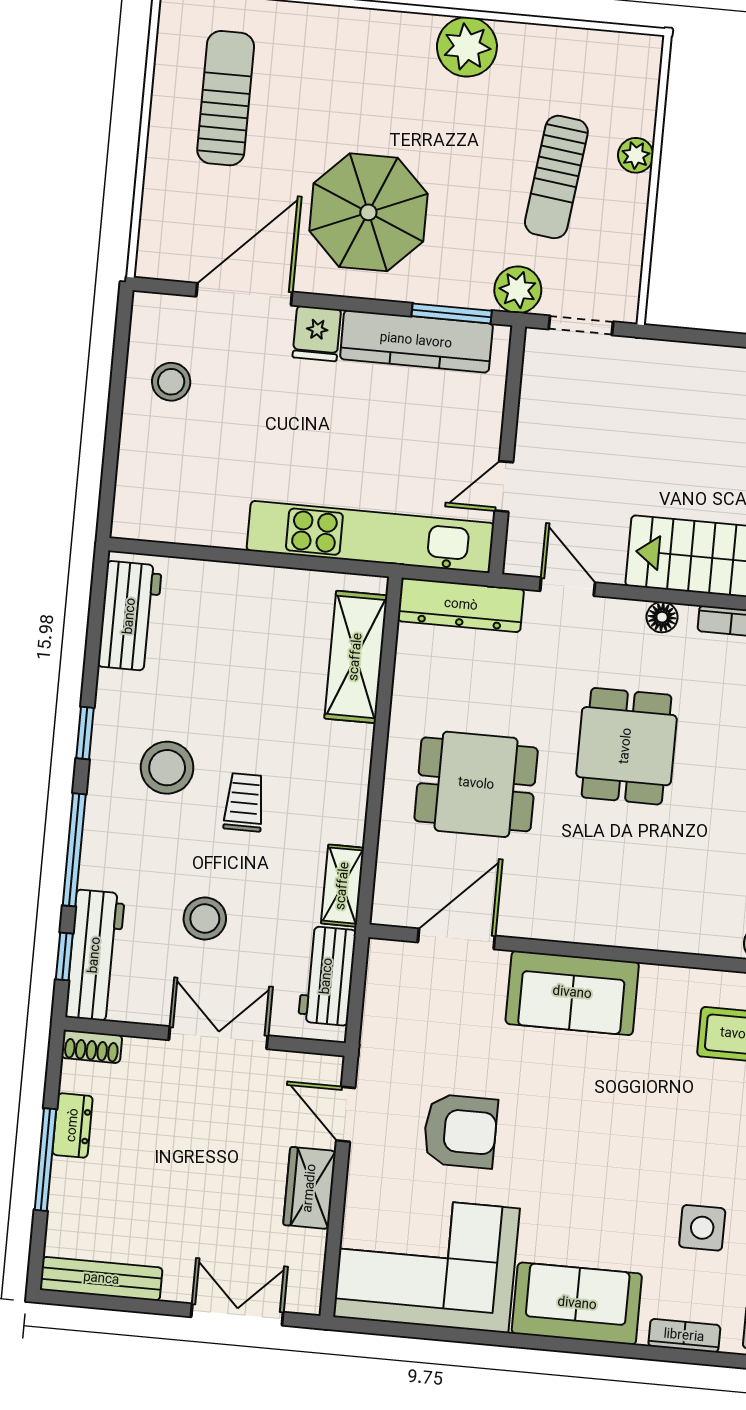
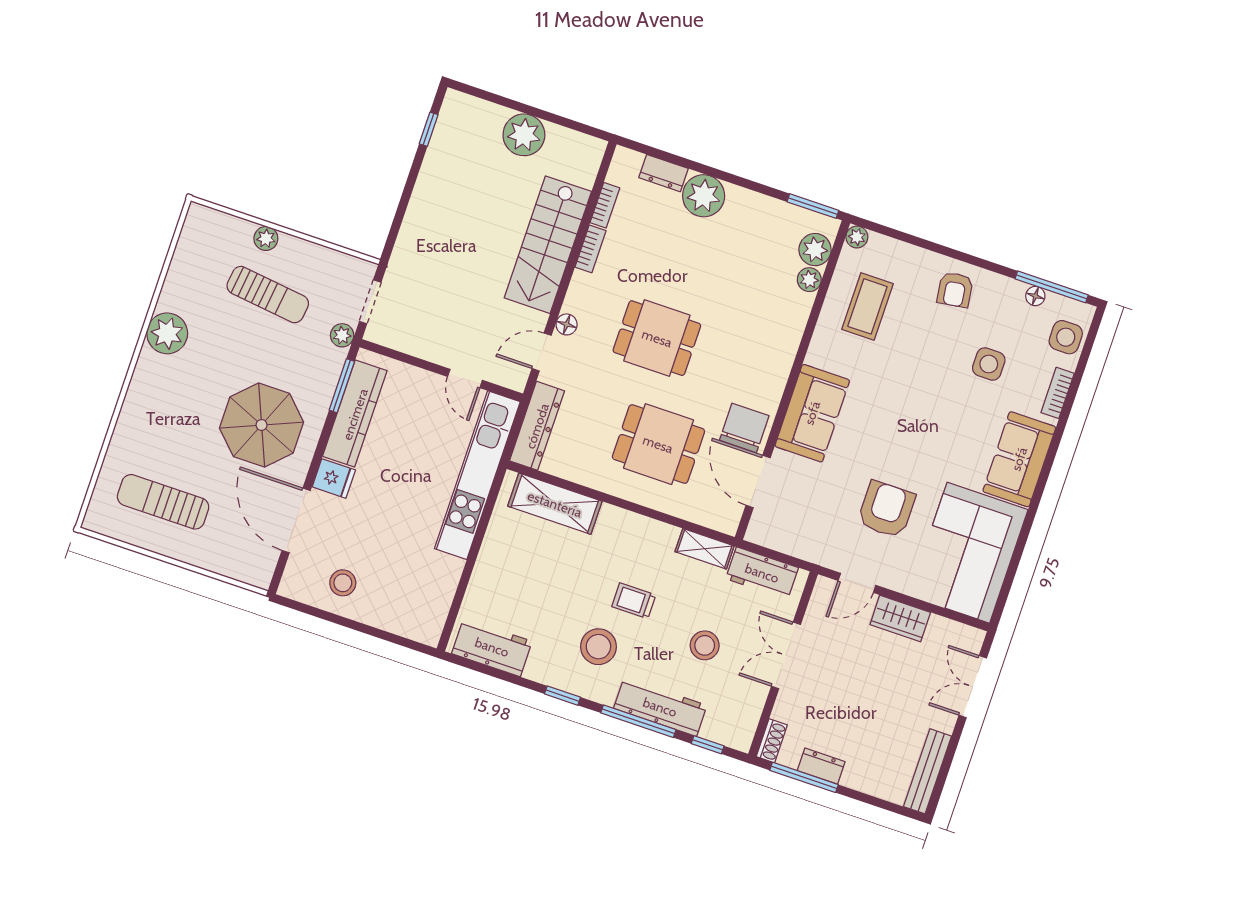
plant: (518, 290) -> (342, 335), width x0.73, depth x0.73
floor lamp: (662, 617) -> (567, 324), moved
dining table: (476, 784) -> (658, 444), turned 90
chair: (528, 901) -> (744, 428), added
workbench: (95, 955) -> (660, 707), moved
window: (45, 1160) -> (804, 777), moved

